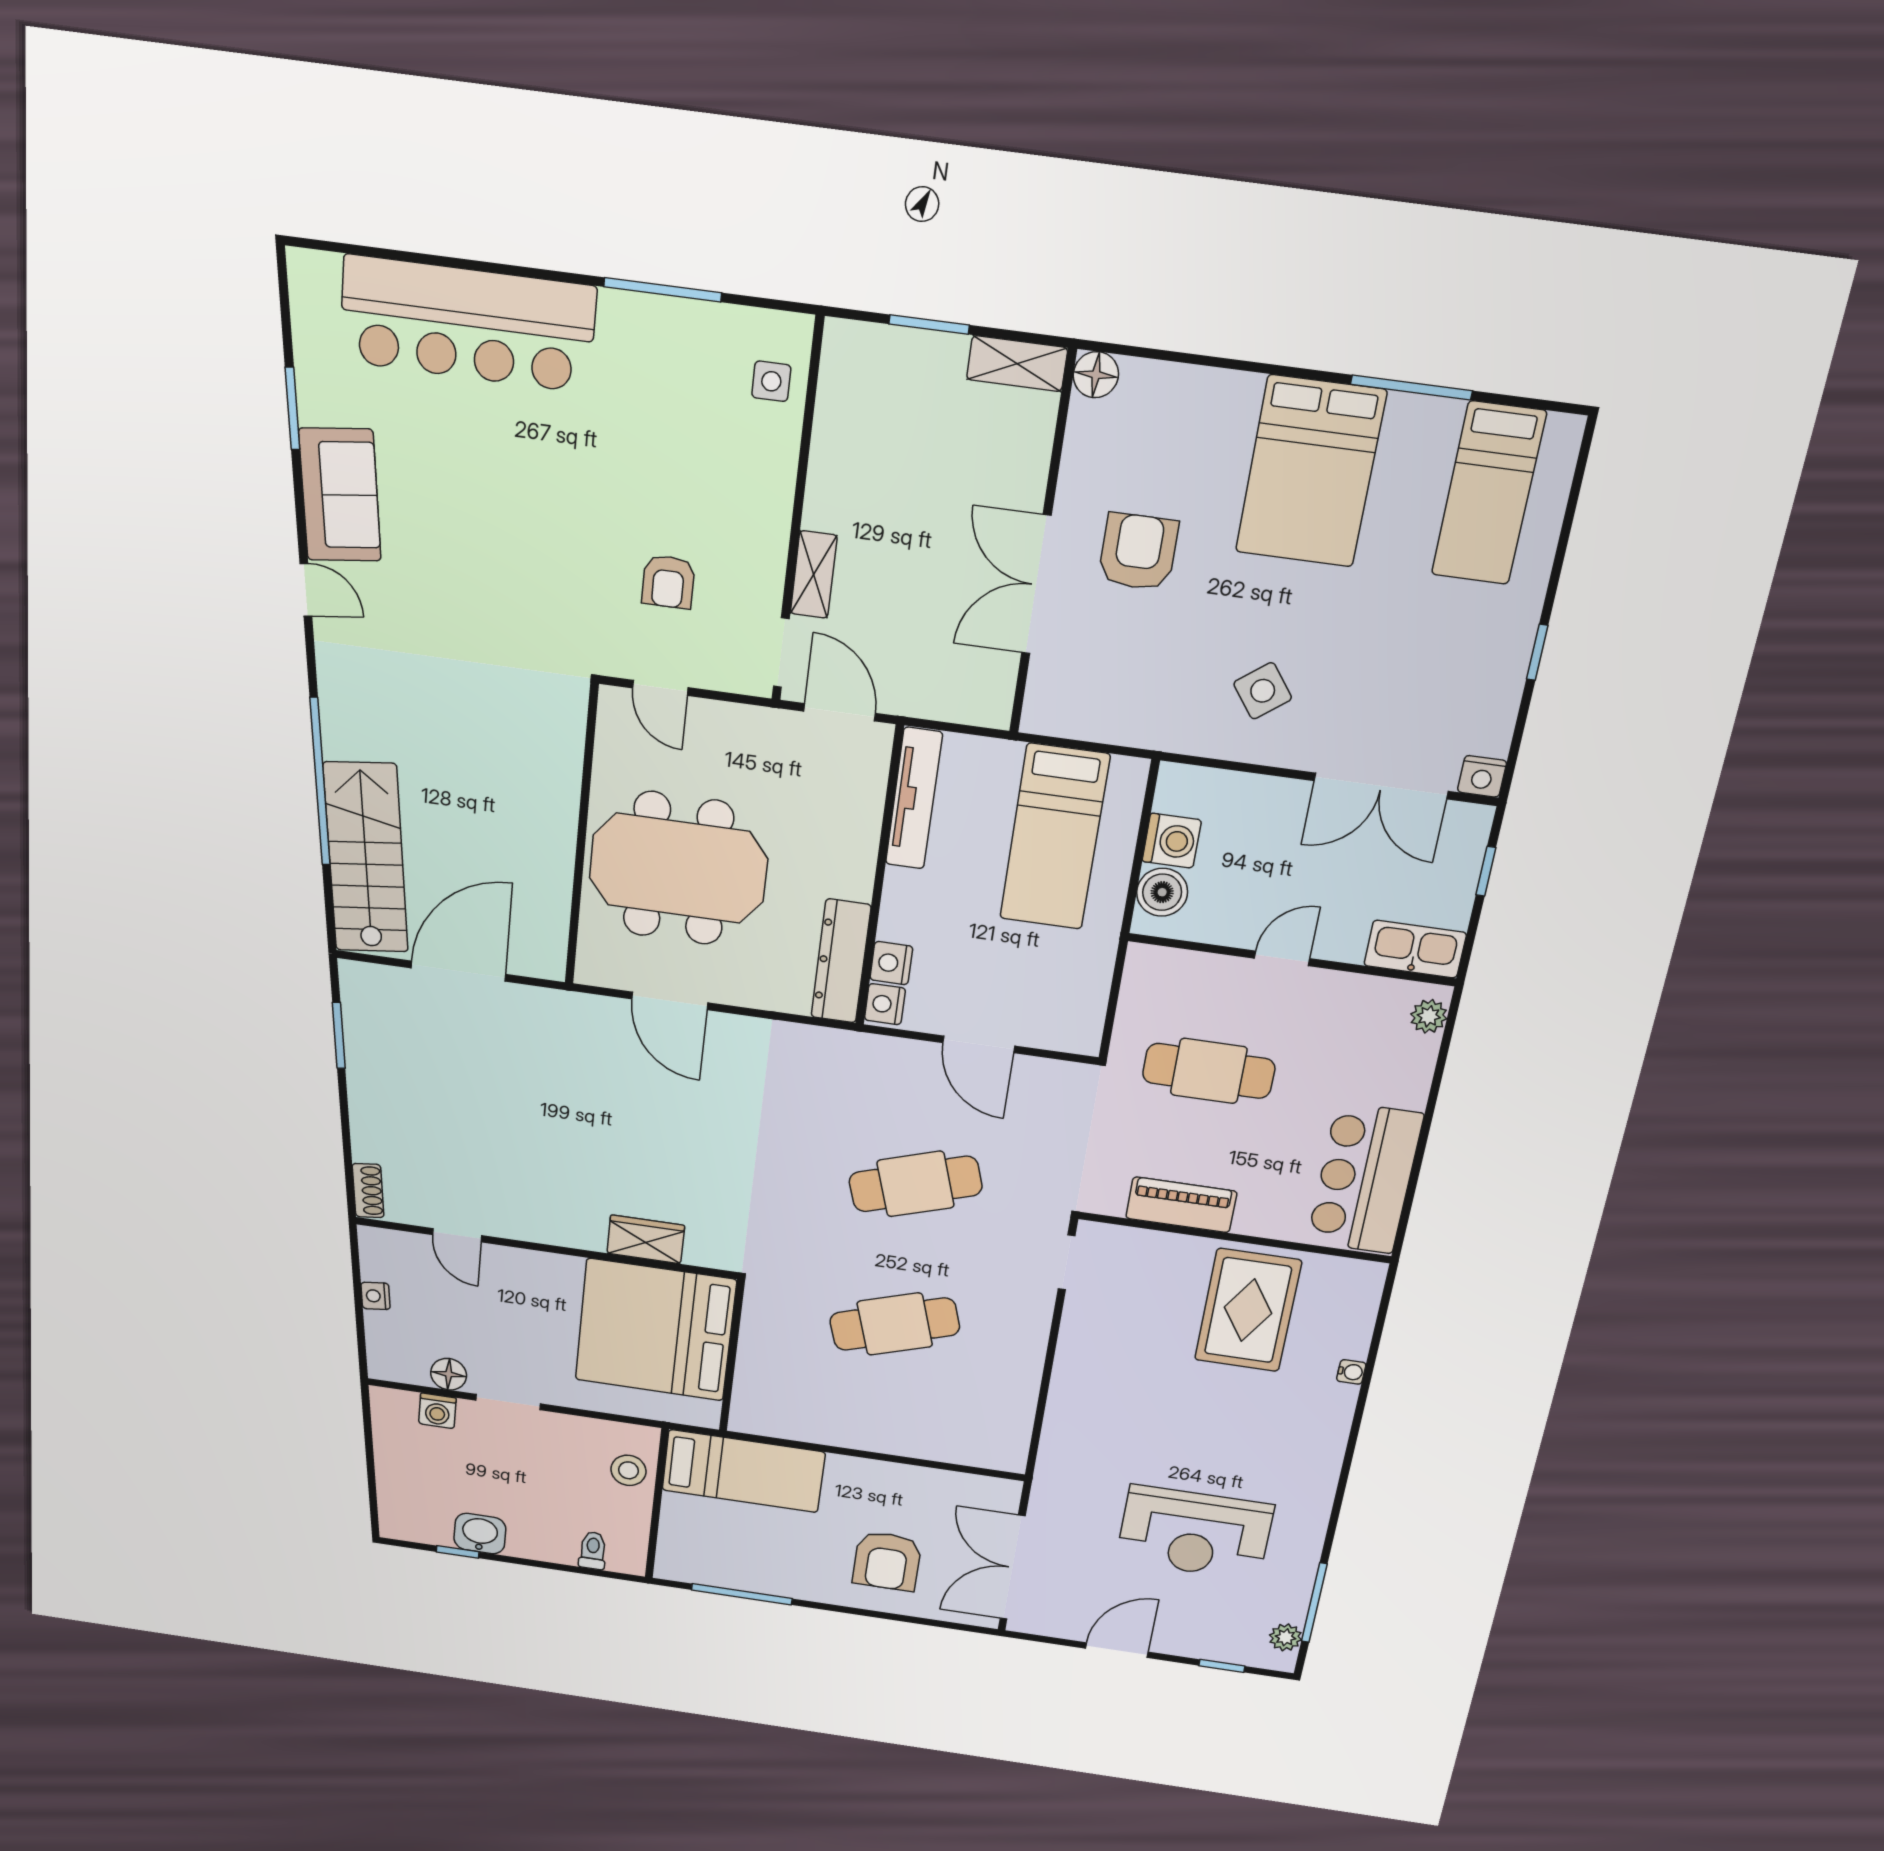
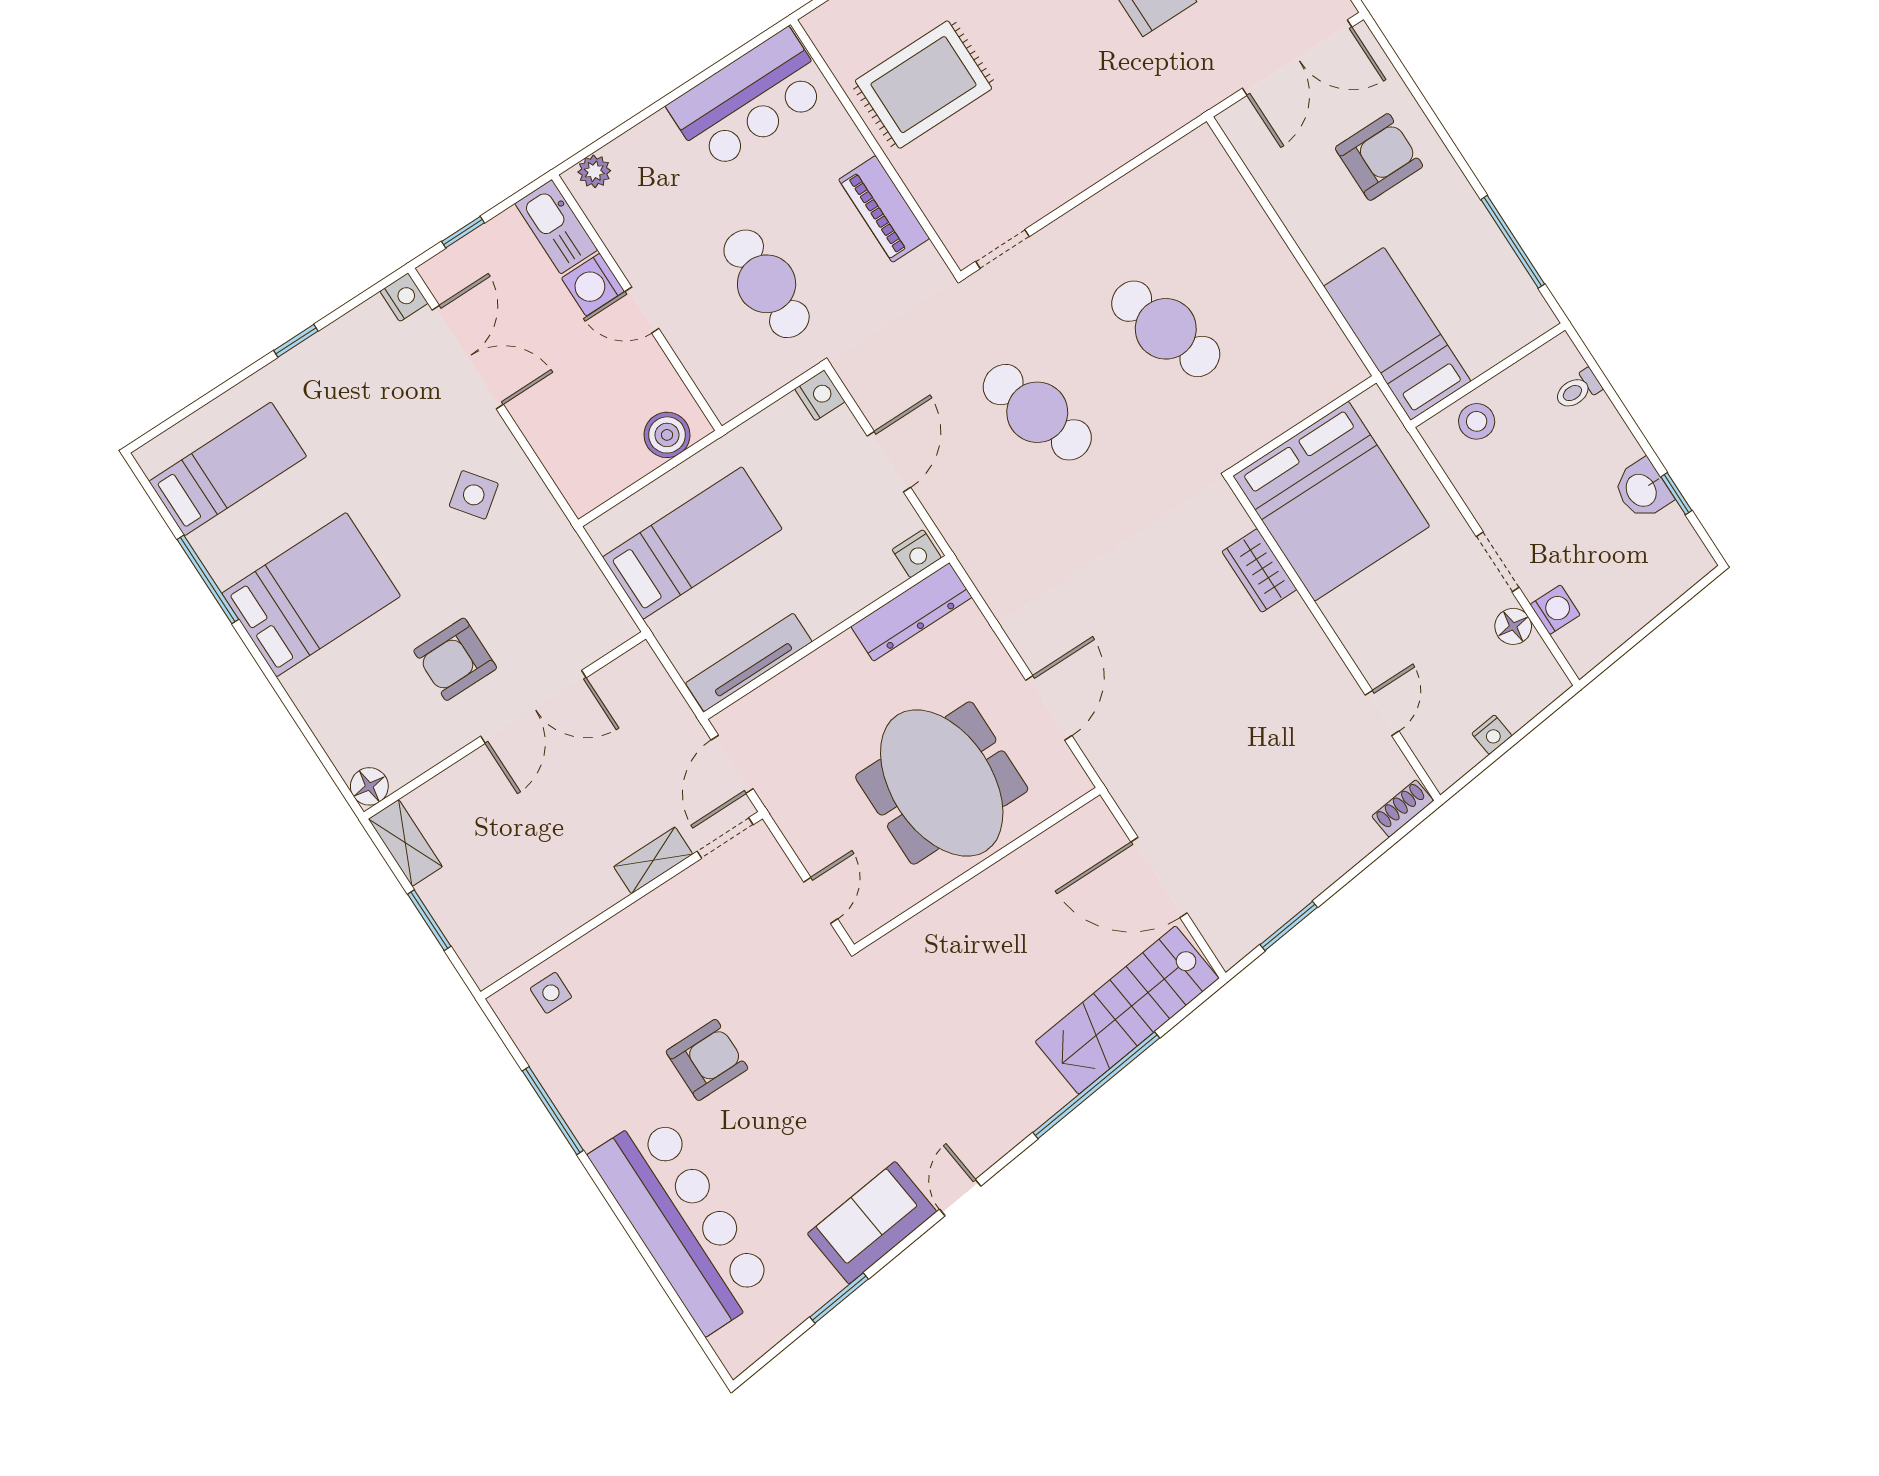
armchair: (668, 582) -> (707, 1060), moved, width x1.38, depth x1.38
washing machine: (1172, 841) -> (593, 285), moved, turned -90
nightstand: (891, 963) -> (820, 395), moved, turned -90

